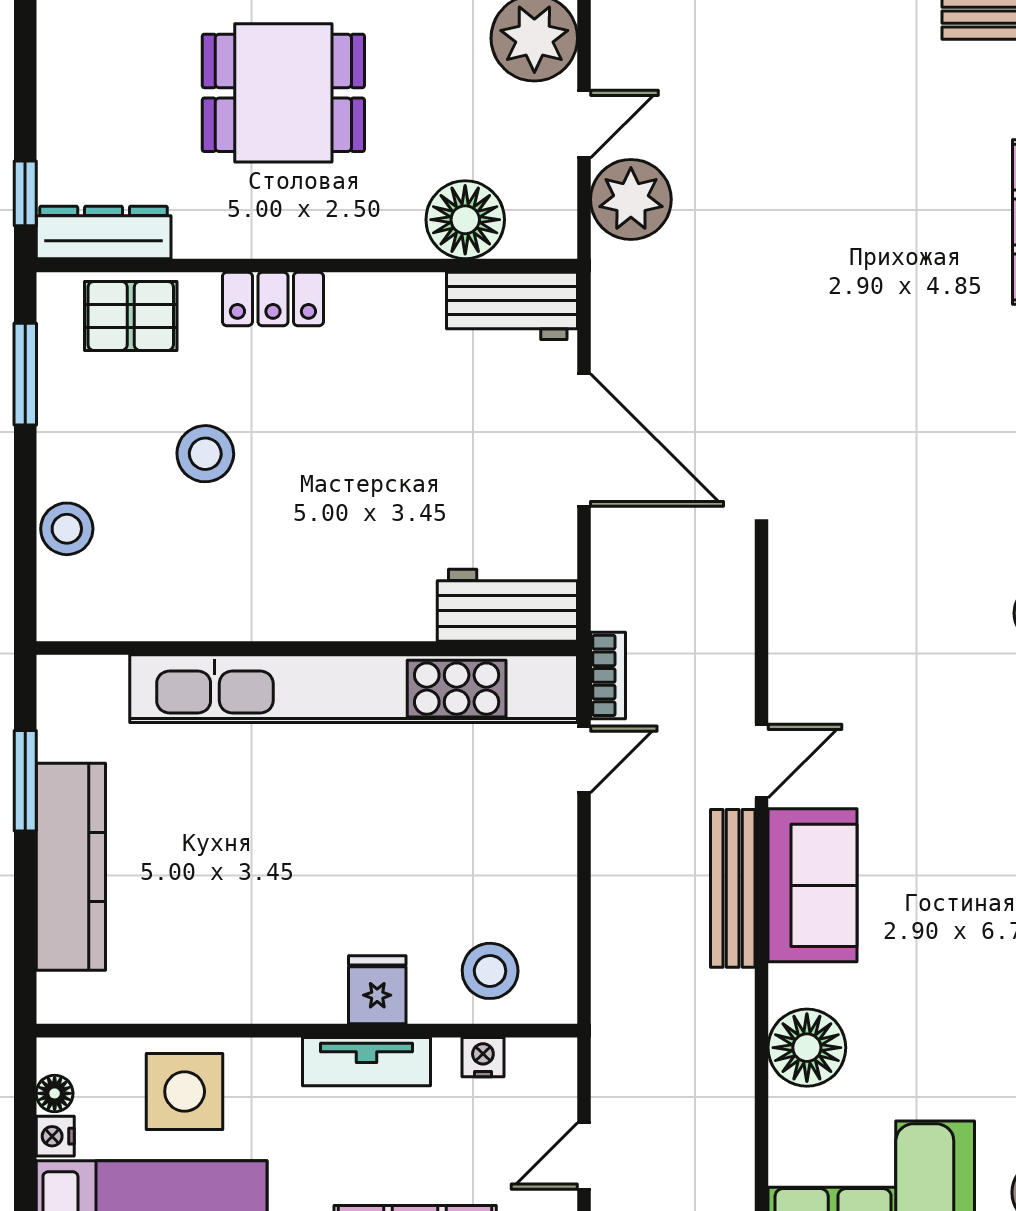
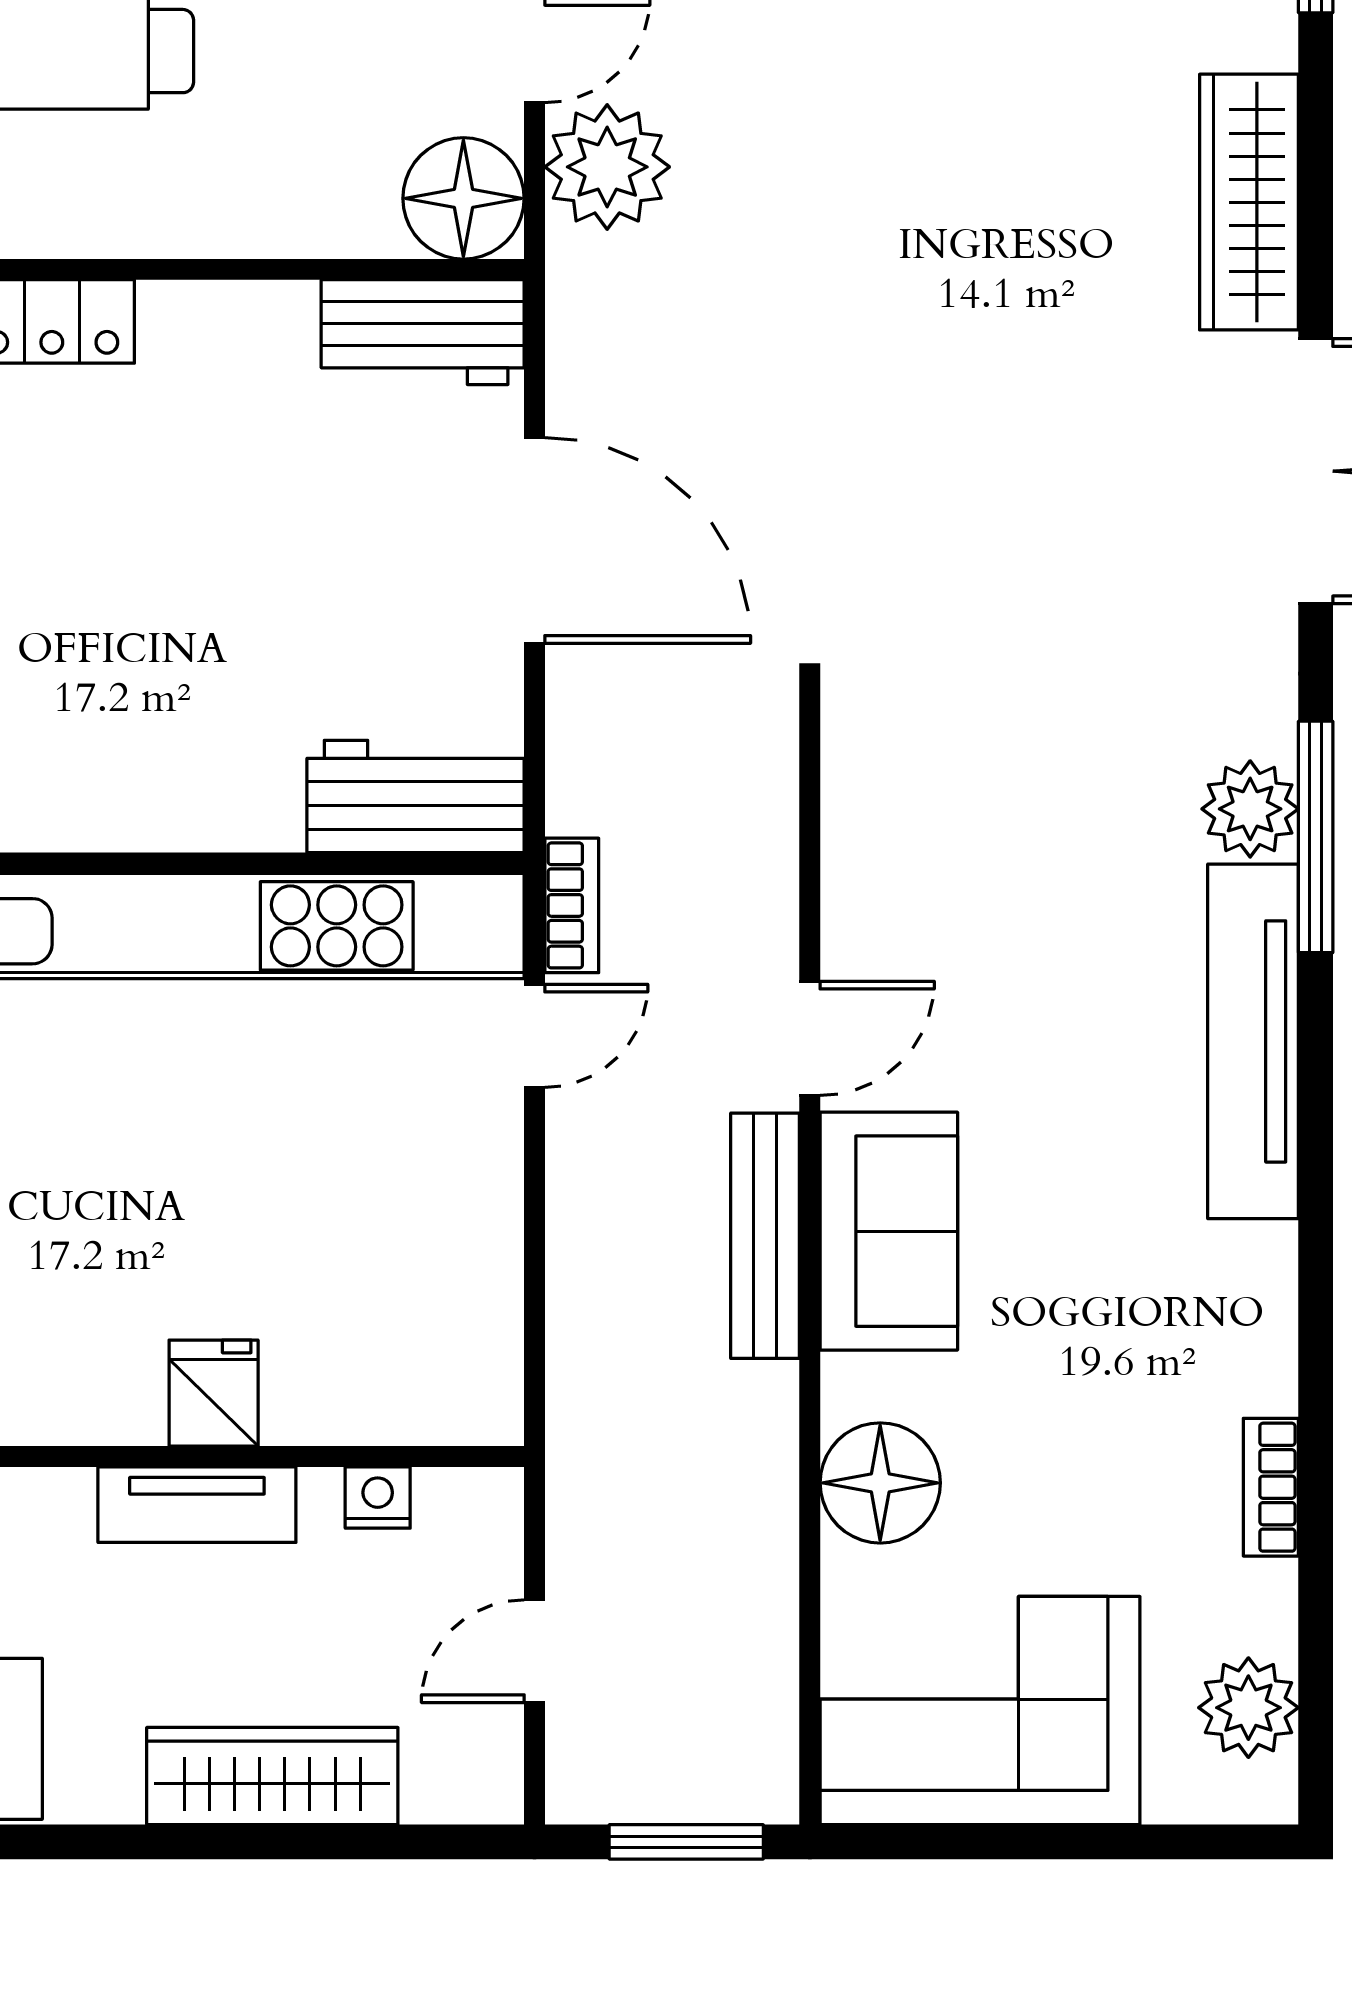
floor lamp: (465, 220) -> (463, 198), moved
stool: (490, 971) -> (389, 1364), removed

